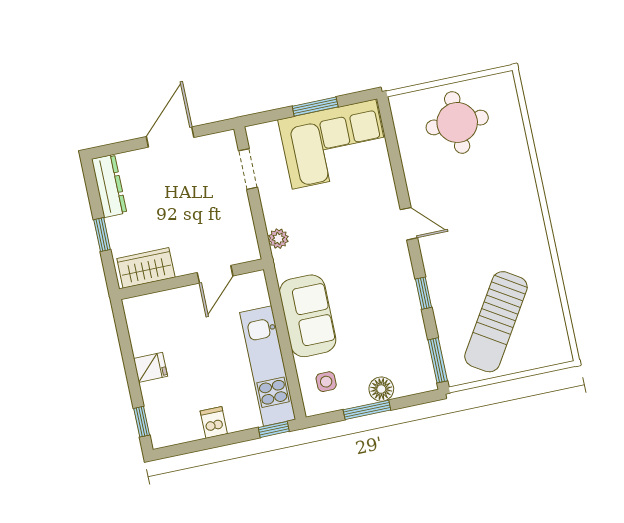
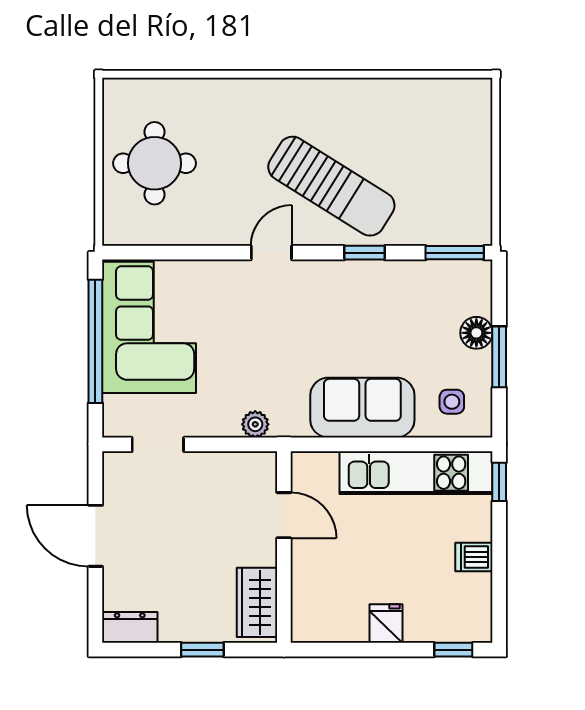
window: (315, 106) -> (95, 341), width x2.11
dresser: (109, 186) -> (130, 627), width x0.70
sun lounger: (496, 322) -> (331, 186), moved

